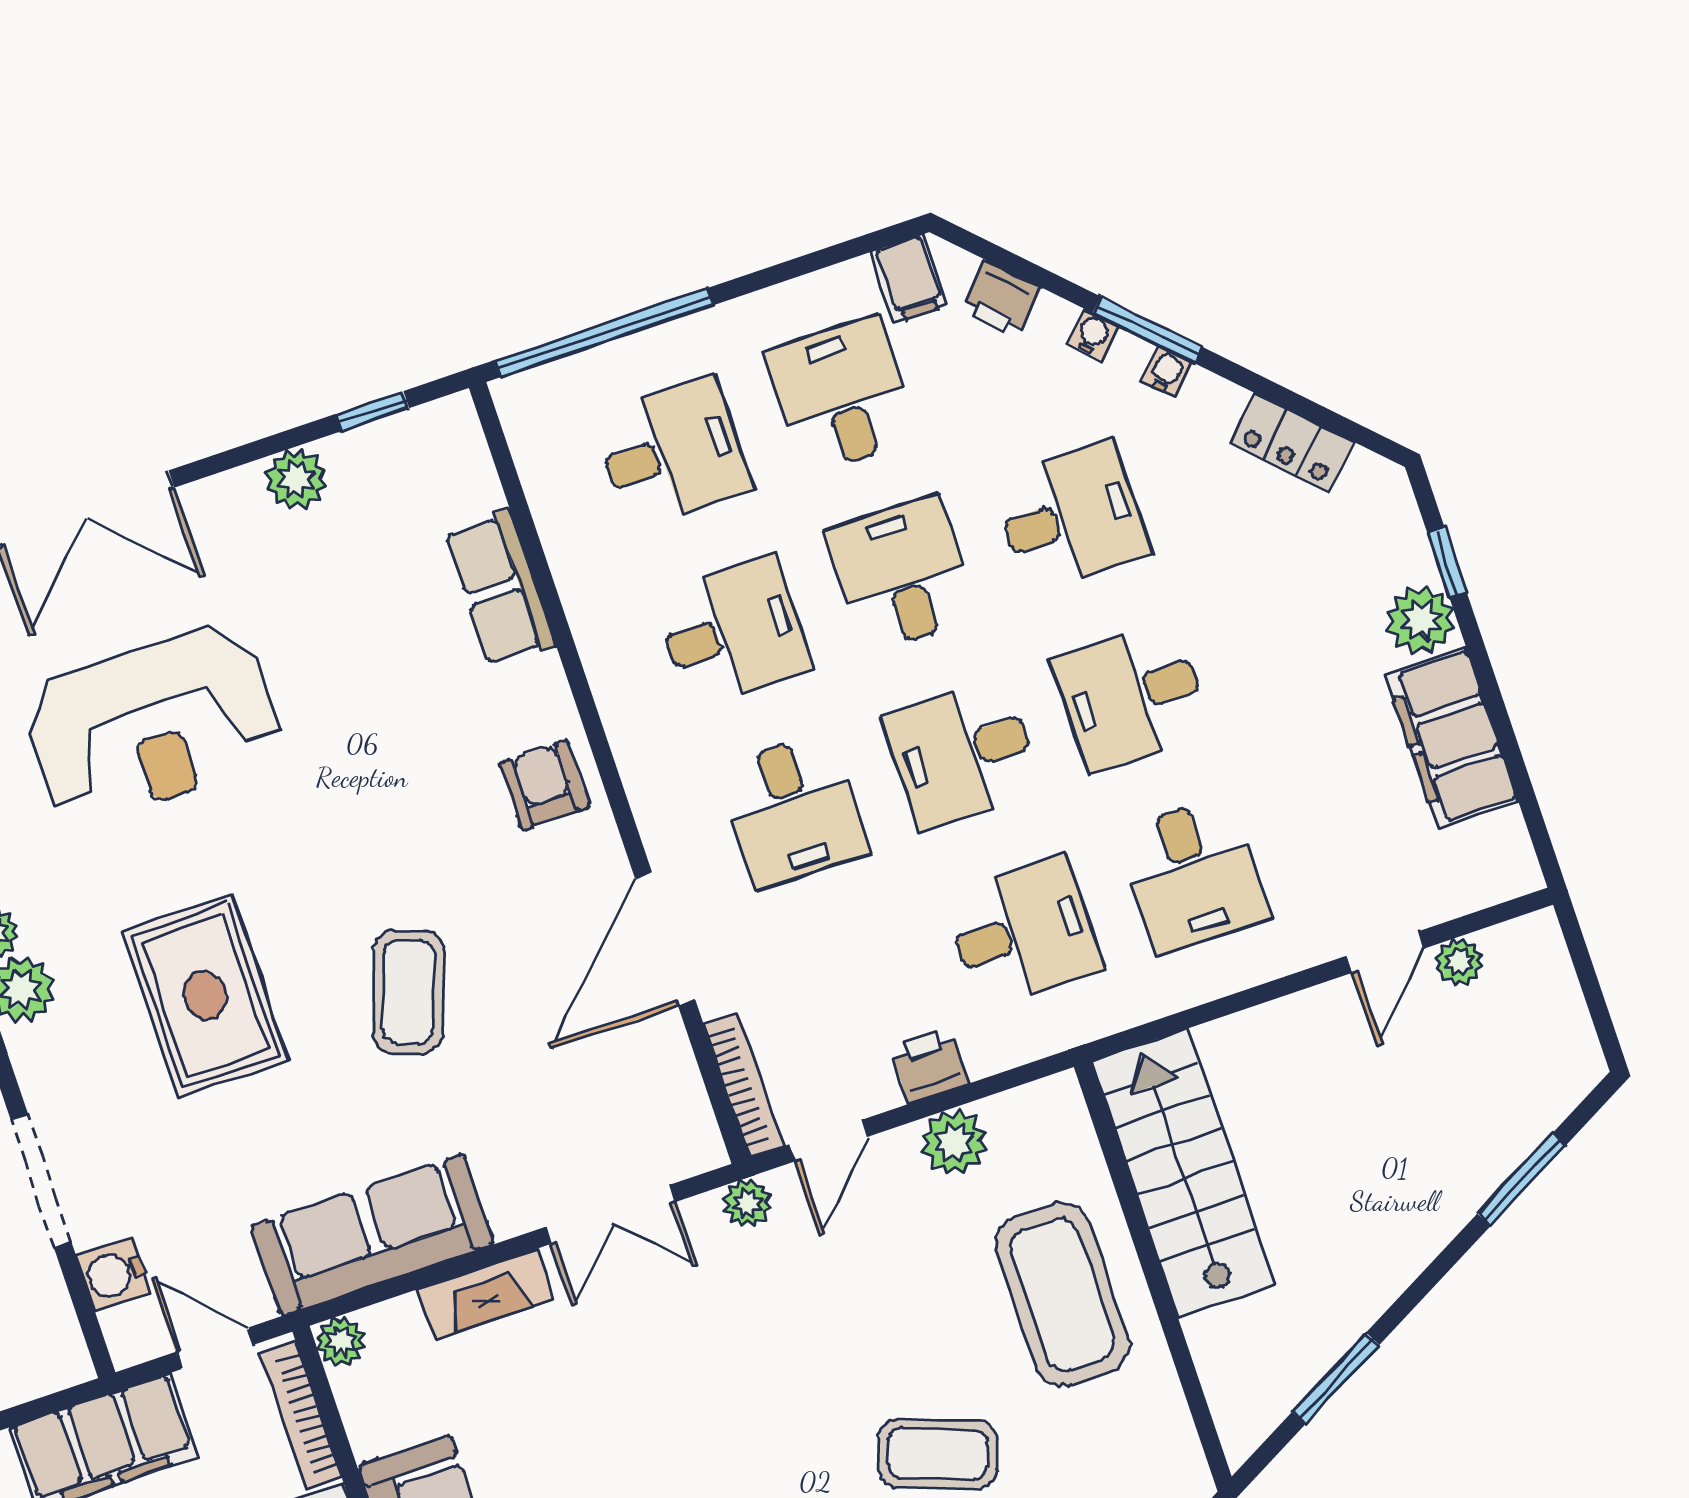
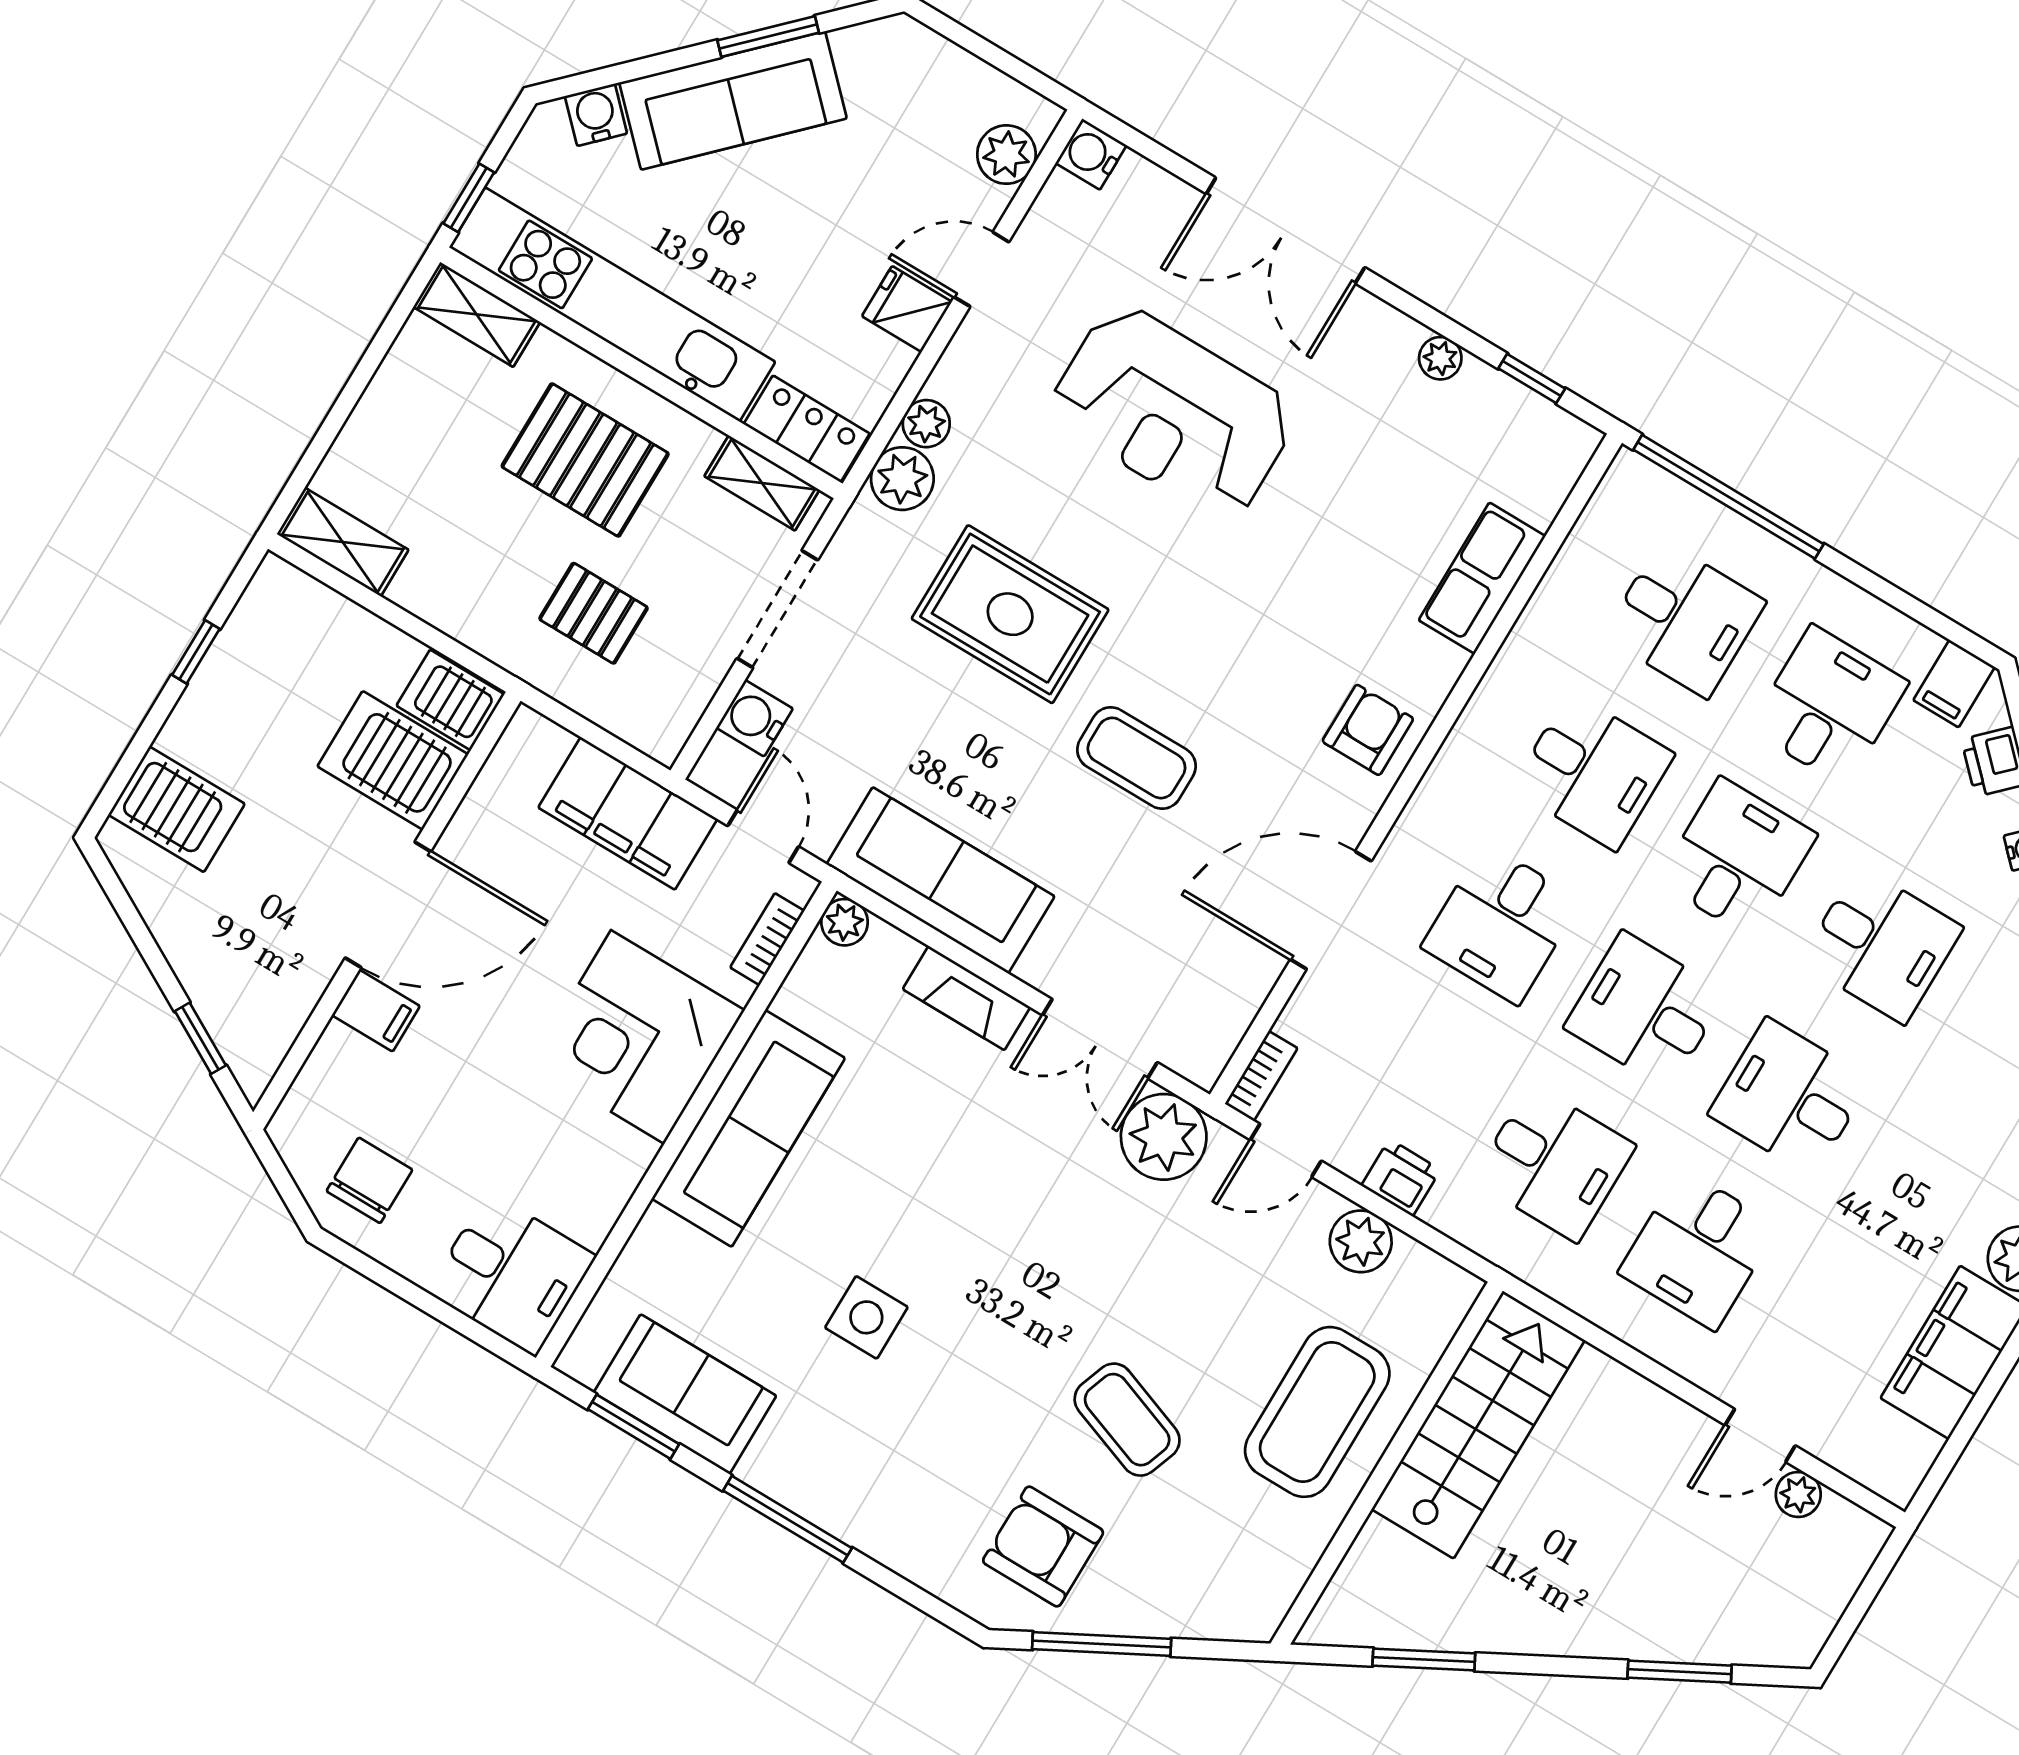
plant: (296, 479) -> (1440, 358), width x0.73, depth x0.73
coffee table: (408, 992) -> (1136, 758), turned 70
rug: (205, 995) -> (1010, 614), turned 90
bookcase: (743, 1085) -> (1261, 1076), width x0.64
plant: (747, 1203) -> (1164, 1137), width x1.87, depth x1.87
bookcase: (301, 1415) -> (767, 939), width x0.64

